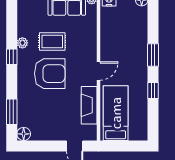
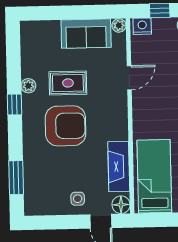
door: (98, 71) -> (129, 78), moved
side table: (58, 129) -> (78, 199), added
floor lamp: (24, 134) -> (121, 205), moved

